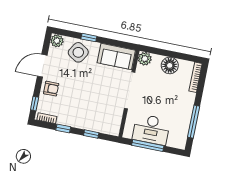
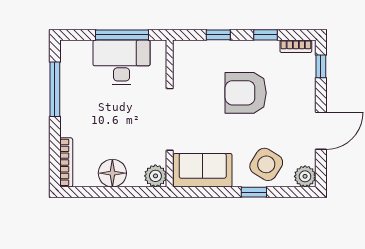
armchair: (51, 89) -> (246, 93), moved, width x1.88, depth x1.88

